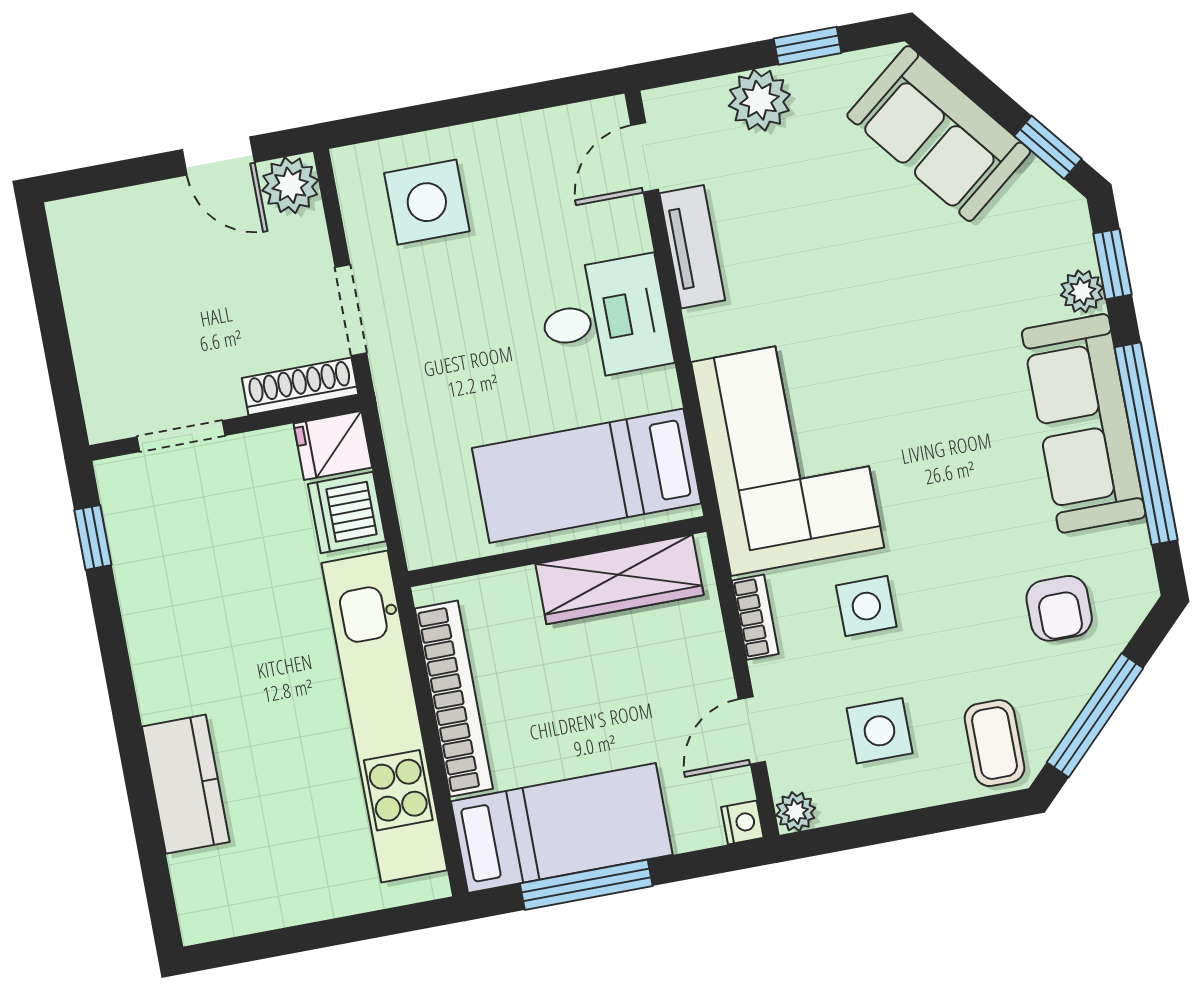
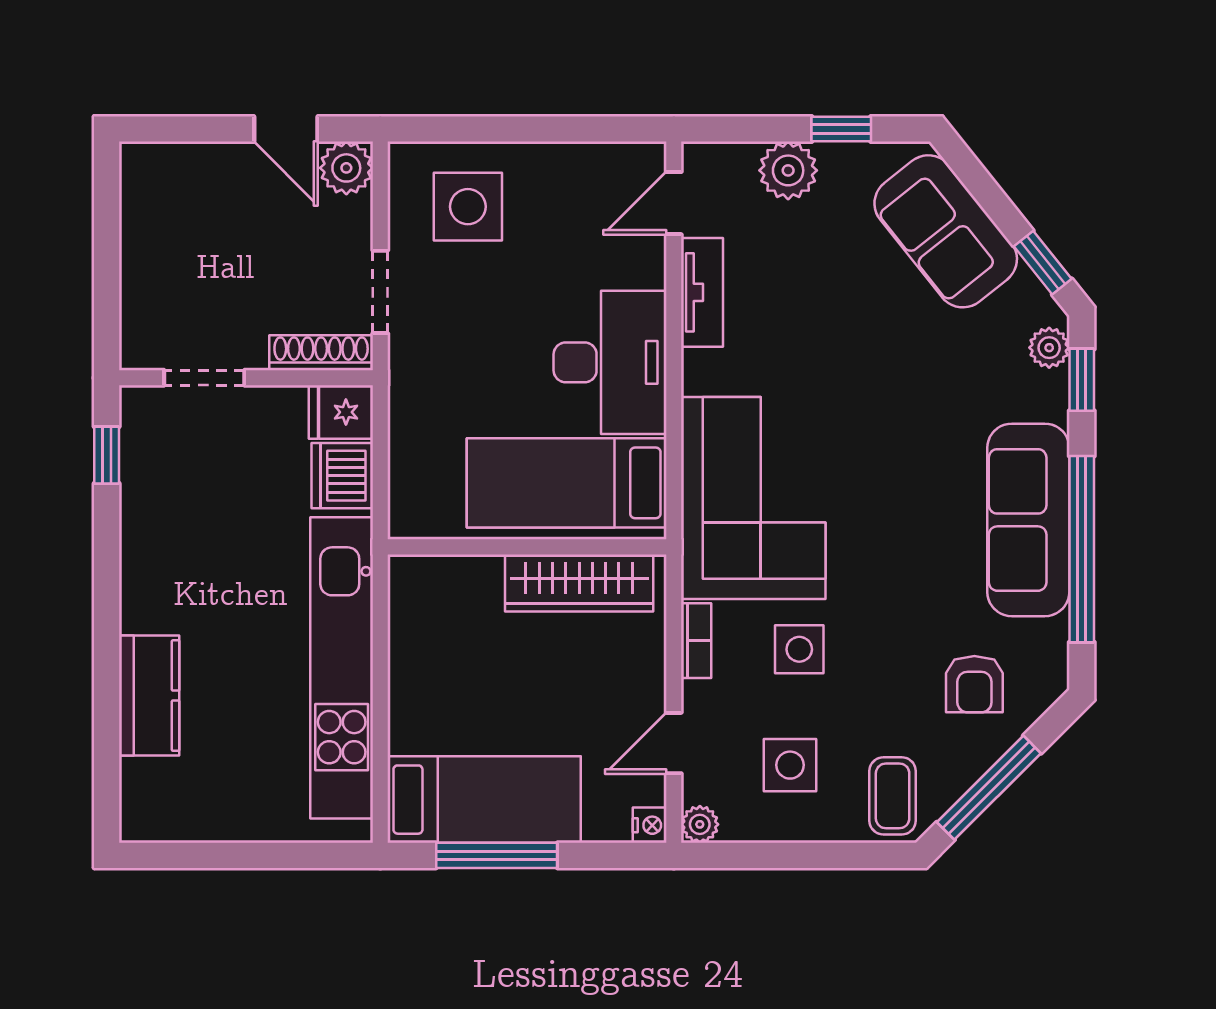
plant: (1082, 291) -> (1049, 348), moved
desk: (605, 319) -> (610, 362), width x1.37
bookcase: (454, 699) -> (408, 663), removed

